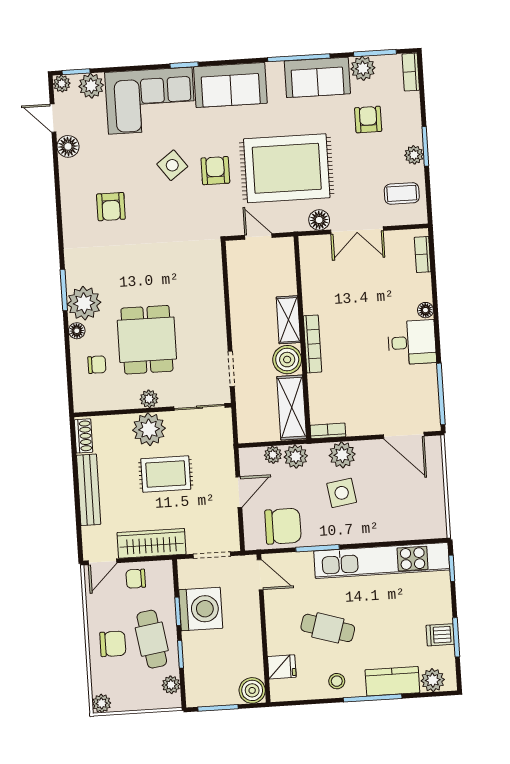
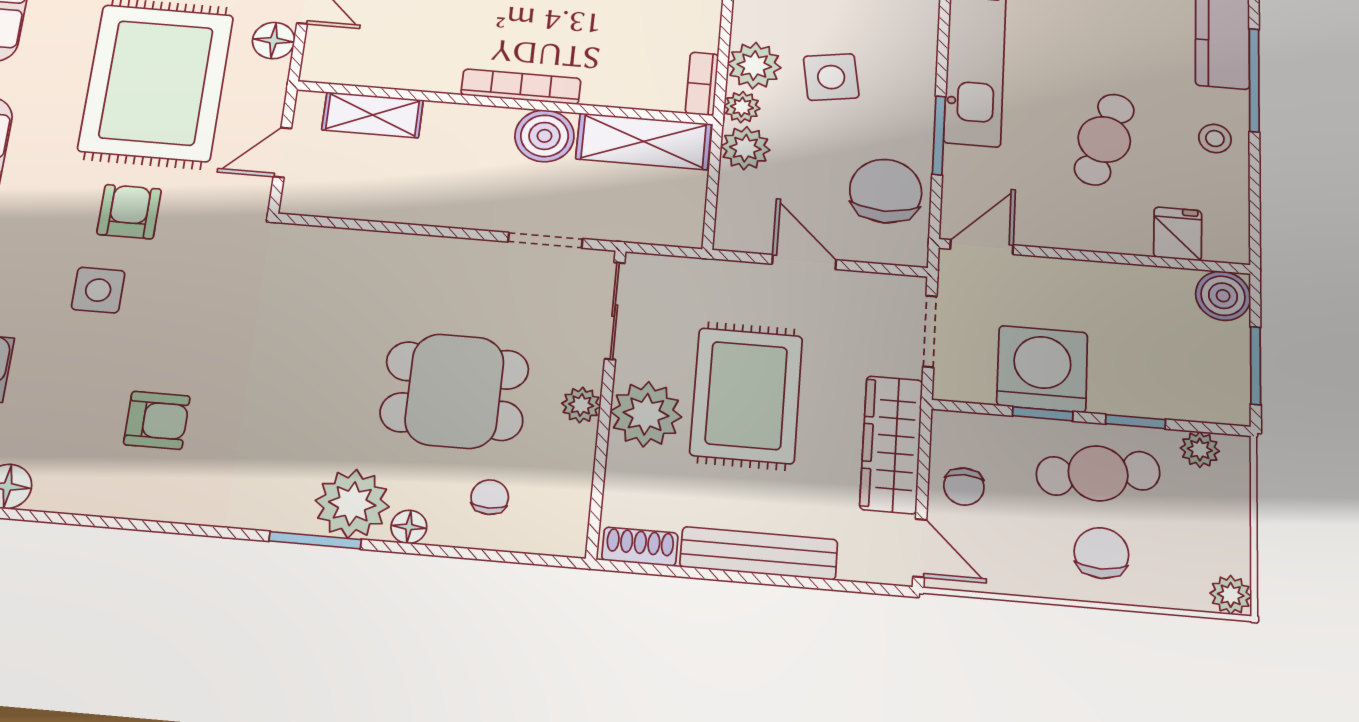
side table: (172, 165) -> (98, 290), turned 37
armchair: (215, 171) -> (129, 212), turned 90
shelving: (288, 320) -> (373, 115), moved
plant: (273, 455) -> (742, 107), moved
rug: (166, 474) -> (746, 395), width x1.36, depth x1.43

